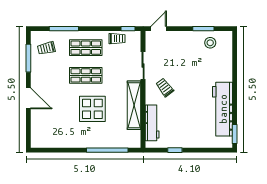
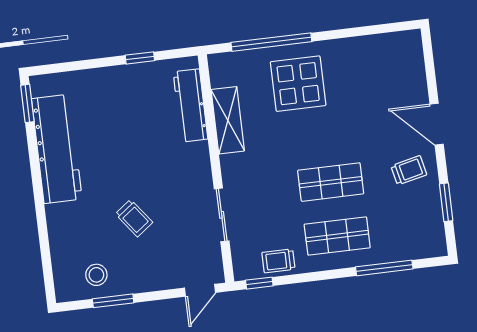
trolley: (46, 48) -> (409, 170), moved
window: (28, 58) -> (446, 202), width x0.69
trolley: (165, 87) -> (134, 218), moved
shelving: (134, 105) -> (228, 120), width x0.68
display table: (92, 109) -> (298, 84), moved

